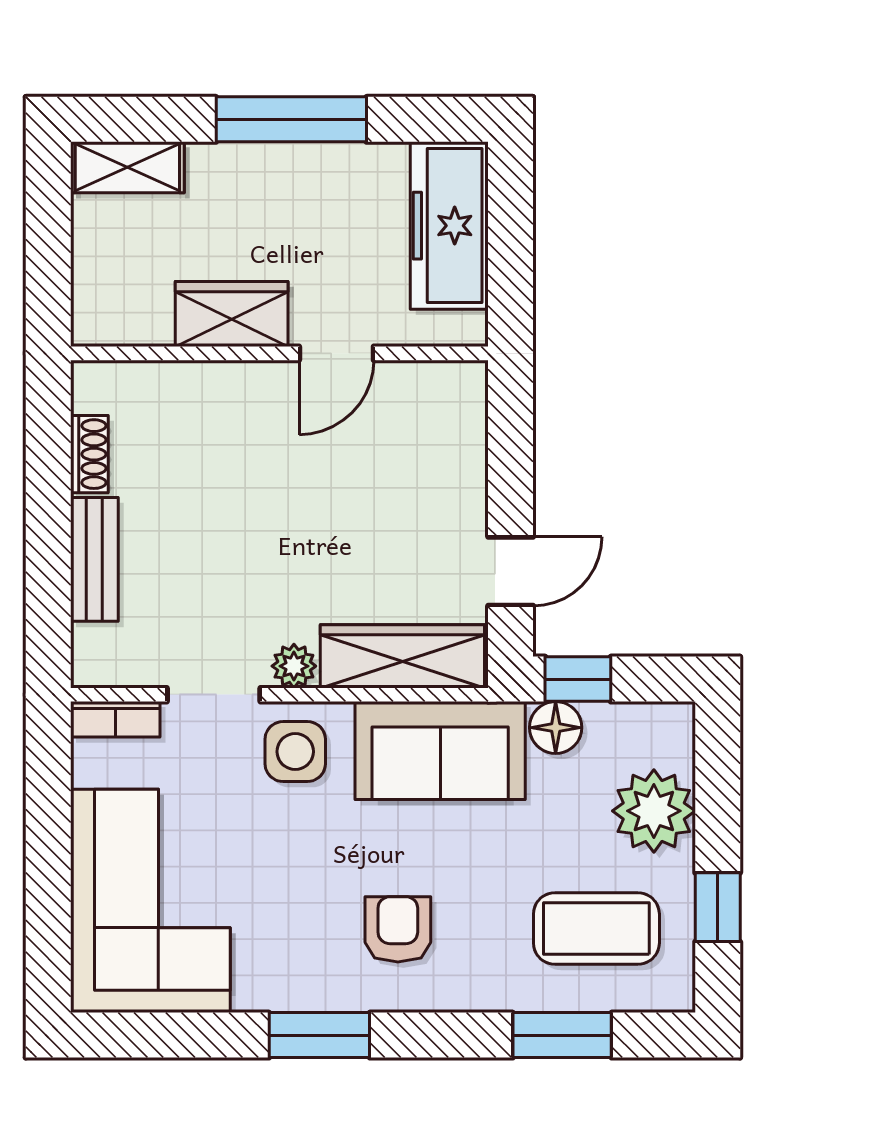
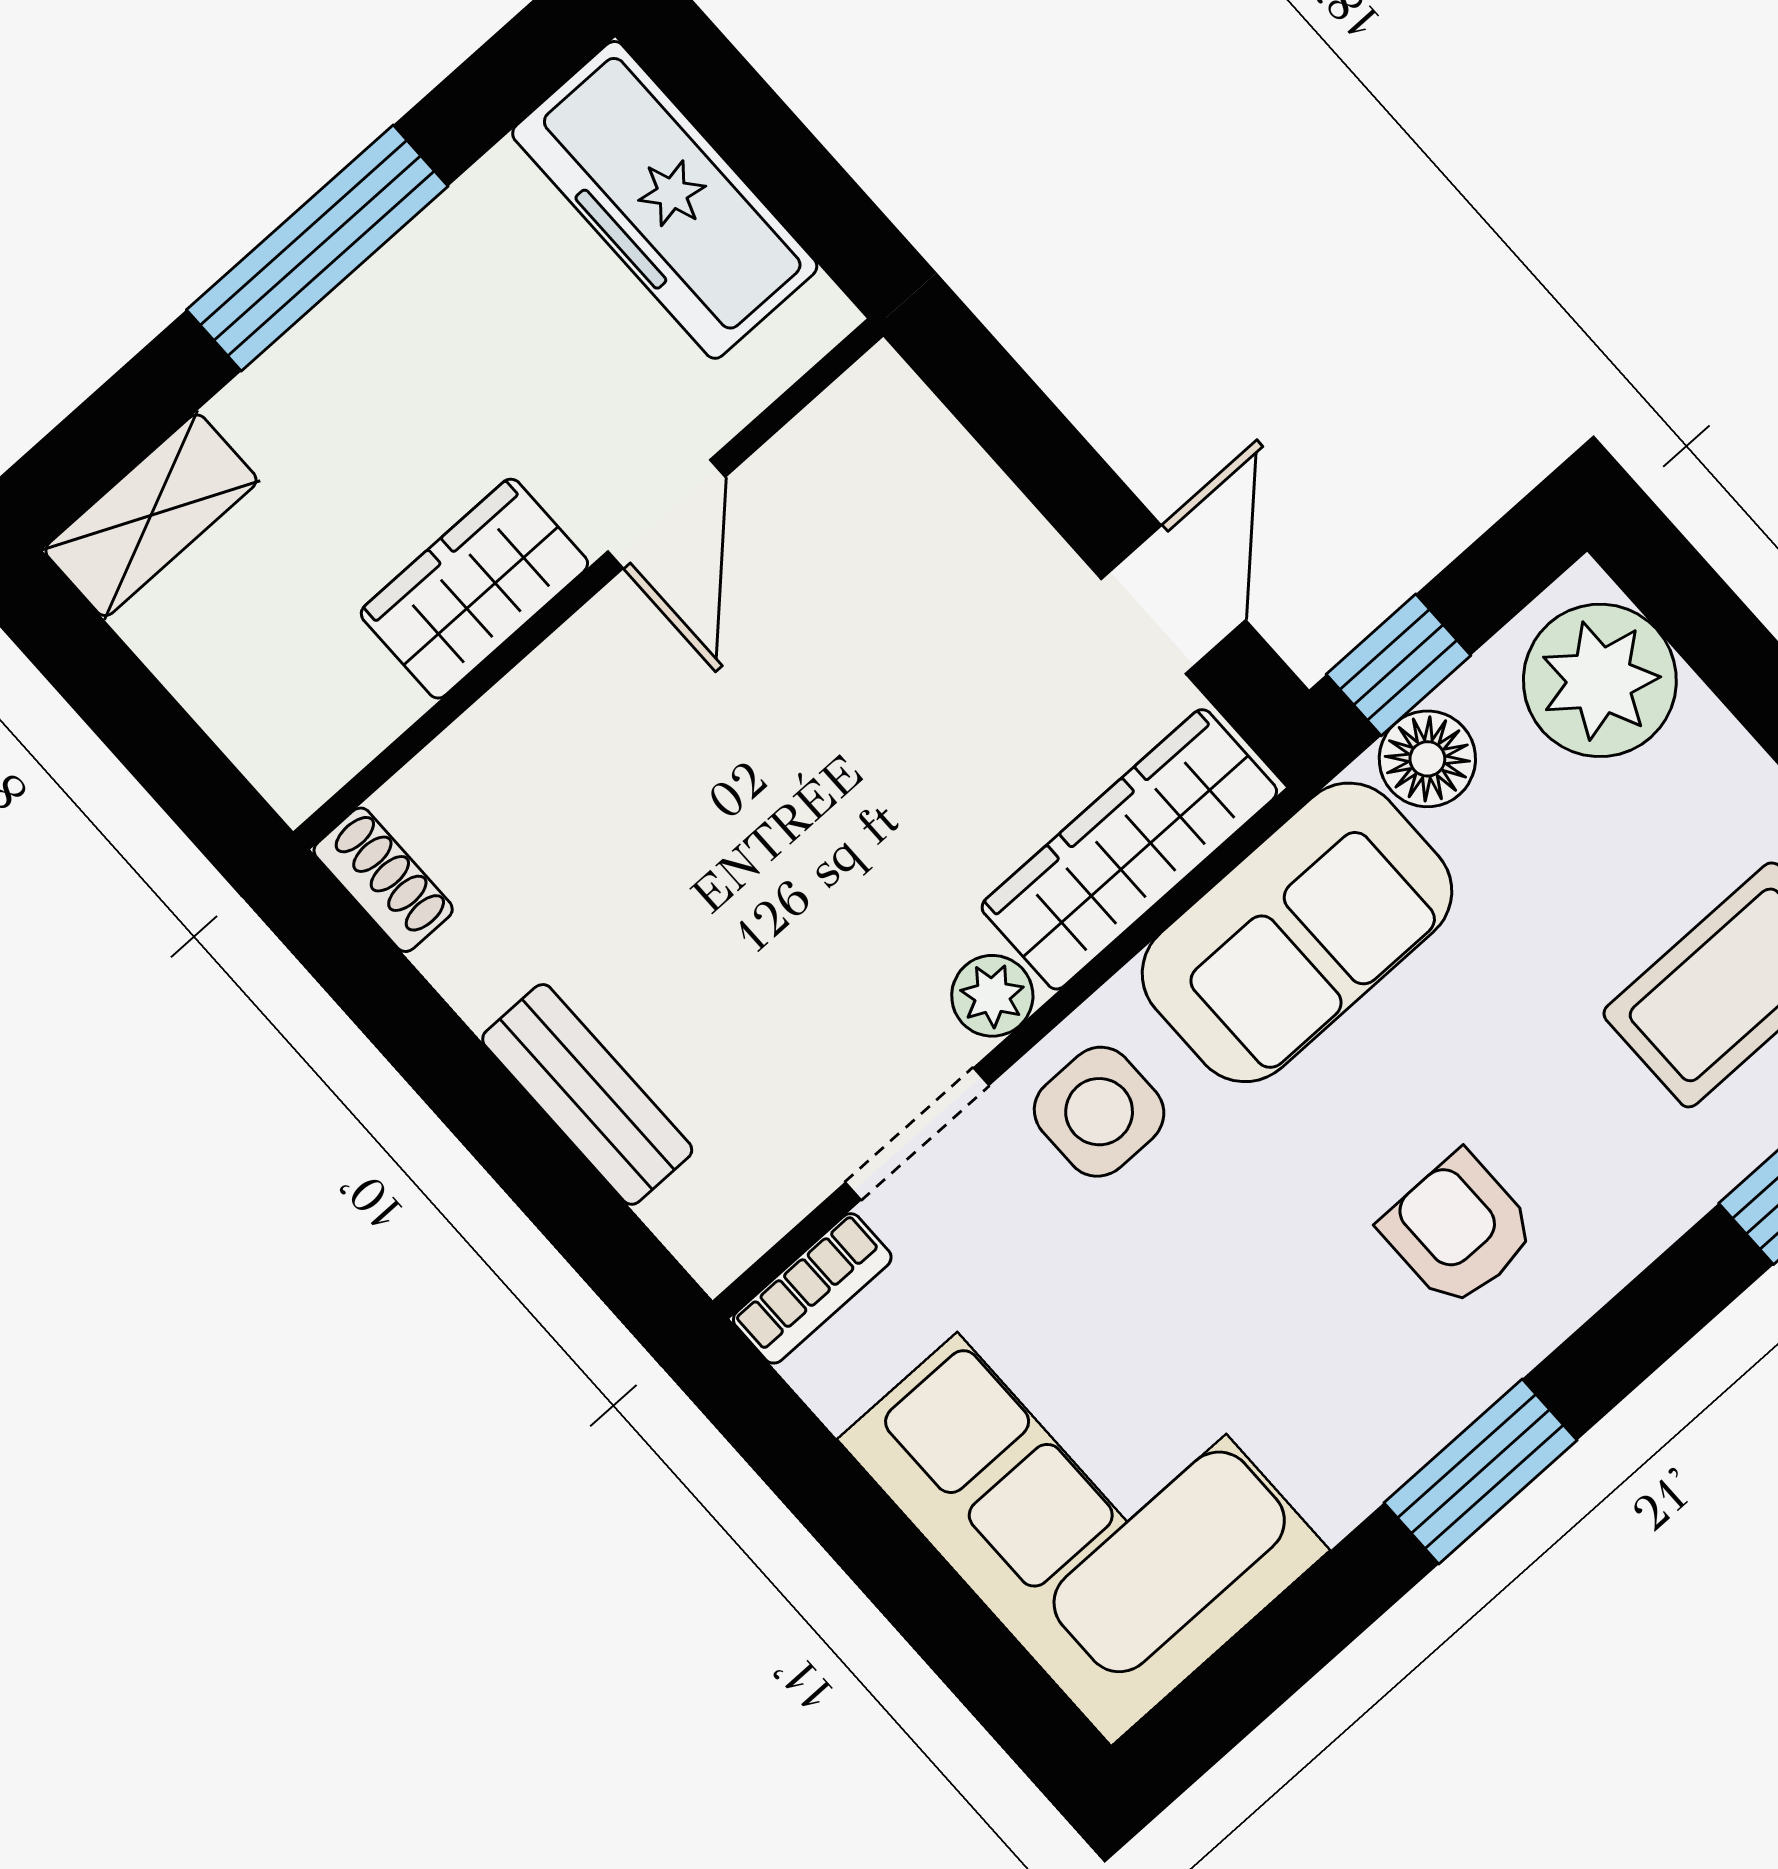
shoe rack: (89, 454) -> (383, 880), moved
plant: (654, 811) -> (1600, 680), moved

